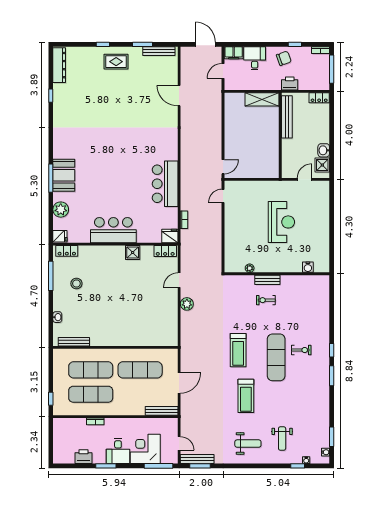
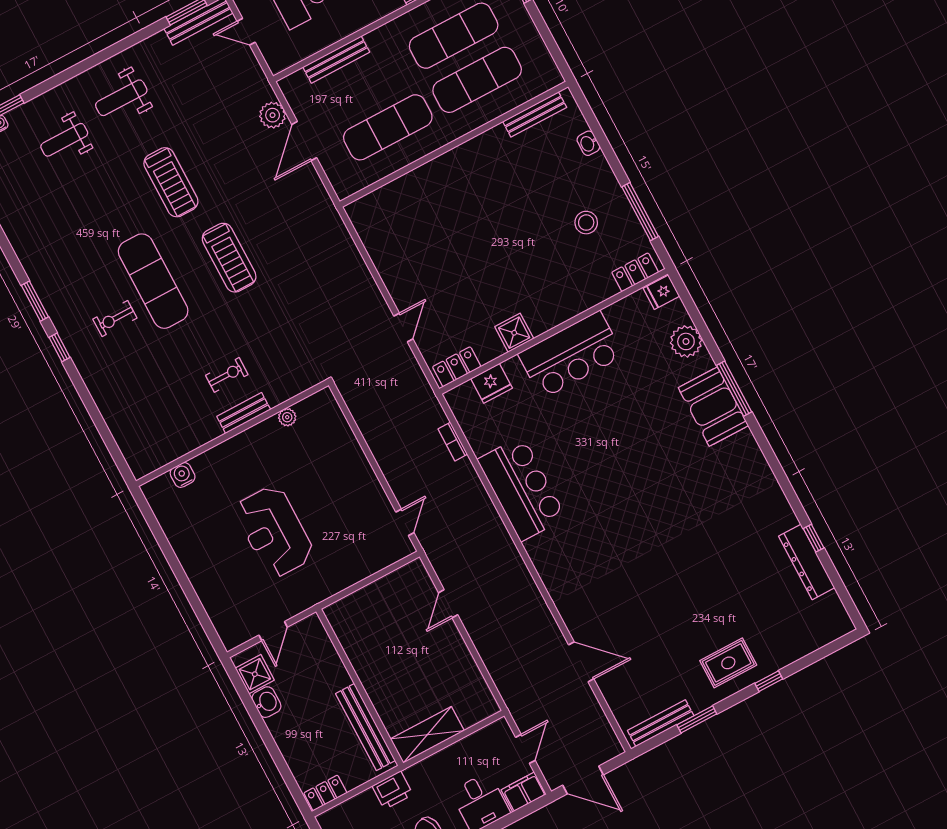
dresser: (59, 65) -> (807, 562), moved
door: (223, 167) -> (448, 604), moved
fridge: (170, 236) -> (492, 383), moved
plant: (187, 304) -> (273, 115), moved
treadmill: (238, 350) -> (229, 258), turned 180
treadmill: (246, 396) -> (171, 182), turned 180
bench: (162, 411) -> (336, 60), moved
weight bench: (282, 438) -> (64, 140), turned -90

